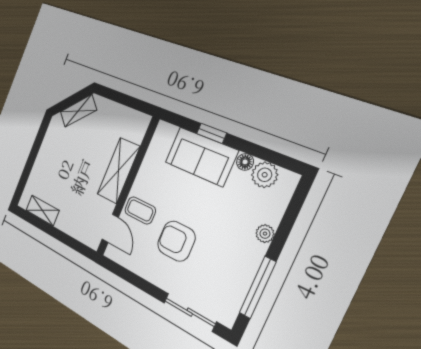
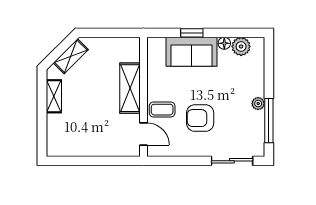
shelving: (42, 210) -> (54, 96), moved, turned 90
plant: (265, 234) -> (258, 104), moved

